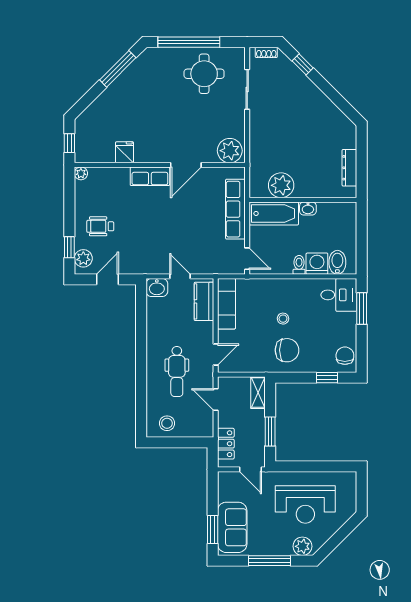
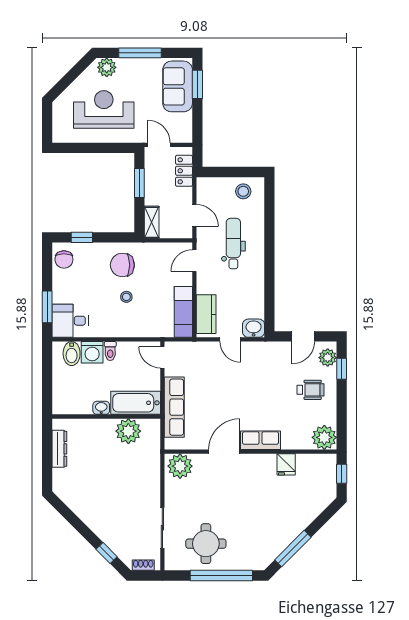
plant: (81, 173) -> (324, 437), width x1.88, depth x1.88

